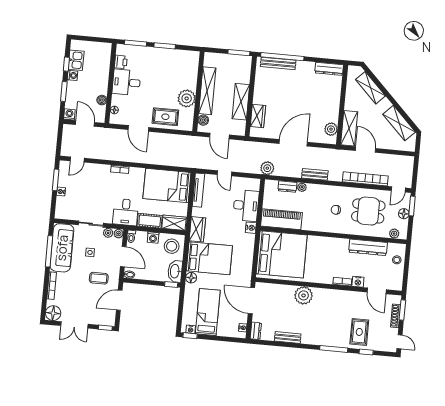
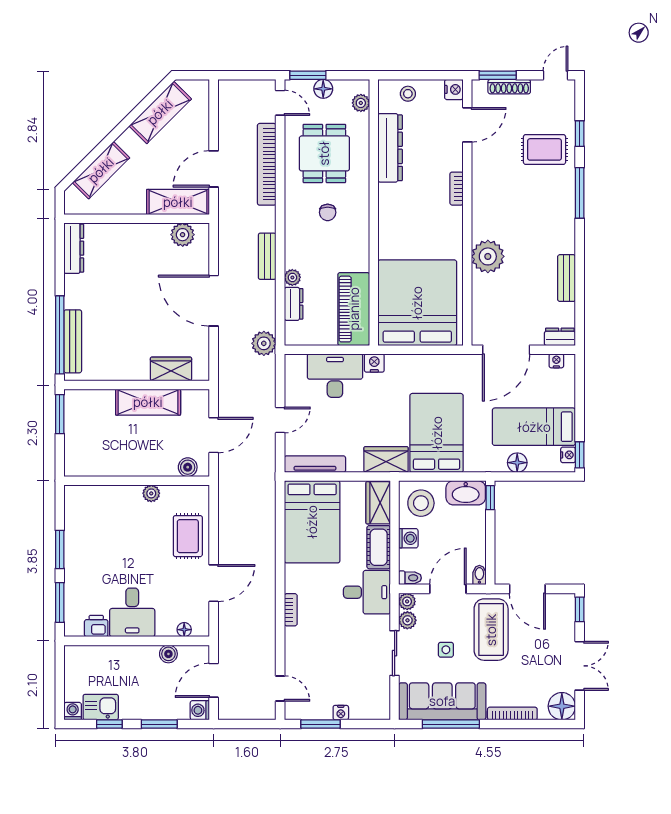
washing machine: (72, 75) -> (73, 711), moved
shelving: (207, 91) -> (134, 465), removed
plant: (187, 98) -> (151, 493), width x0.53, depth x0.53
coffee table: (99, 278) -> (491, 630), width x1.86, depth x1.72
floor lamp: (191, 278) -> (517, 463), moved
nightstand: (358, 282) -> (454, 89), moved

